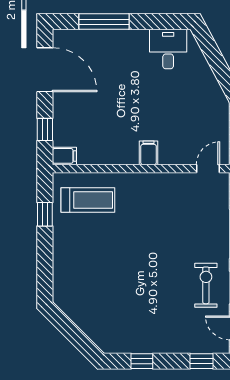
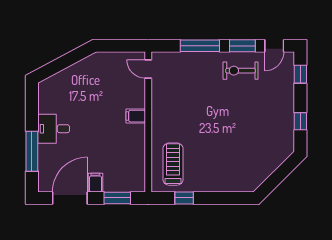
desk: (168, 49) -> (54, 129), moved
window: (45, 130) -> (117, 198), width x1.50
filing cabinet: (64, 156) -> (95, 183), moved

